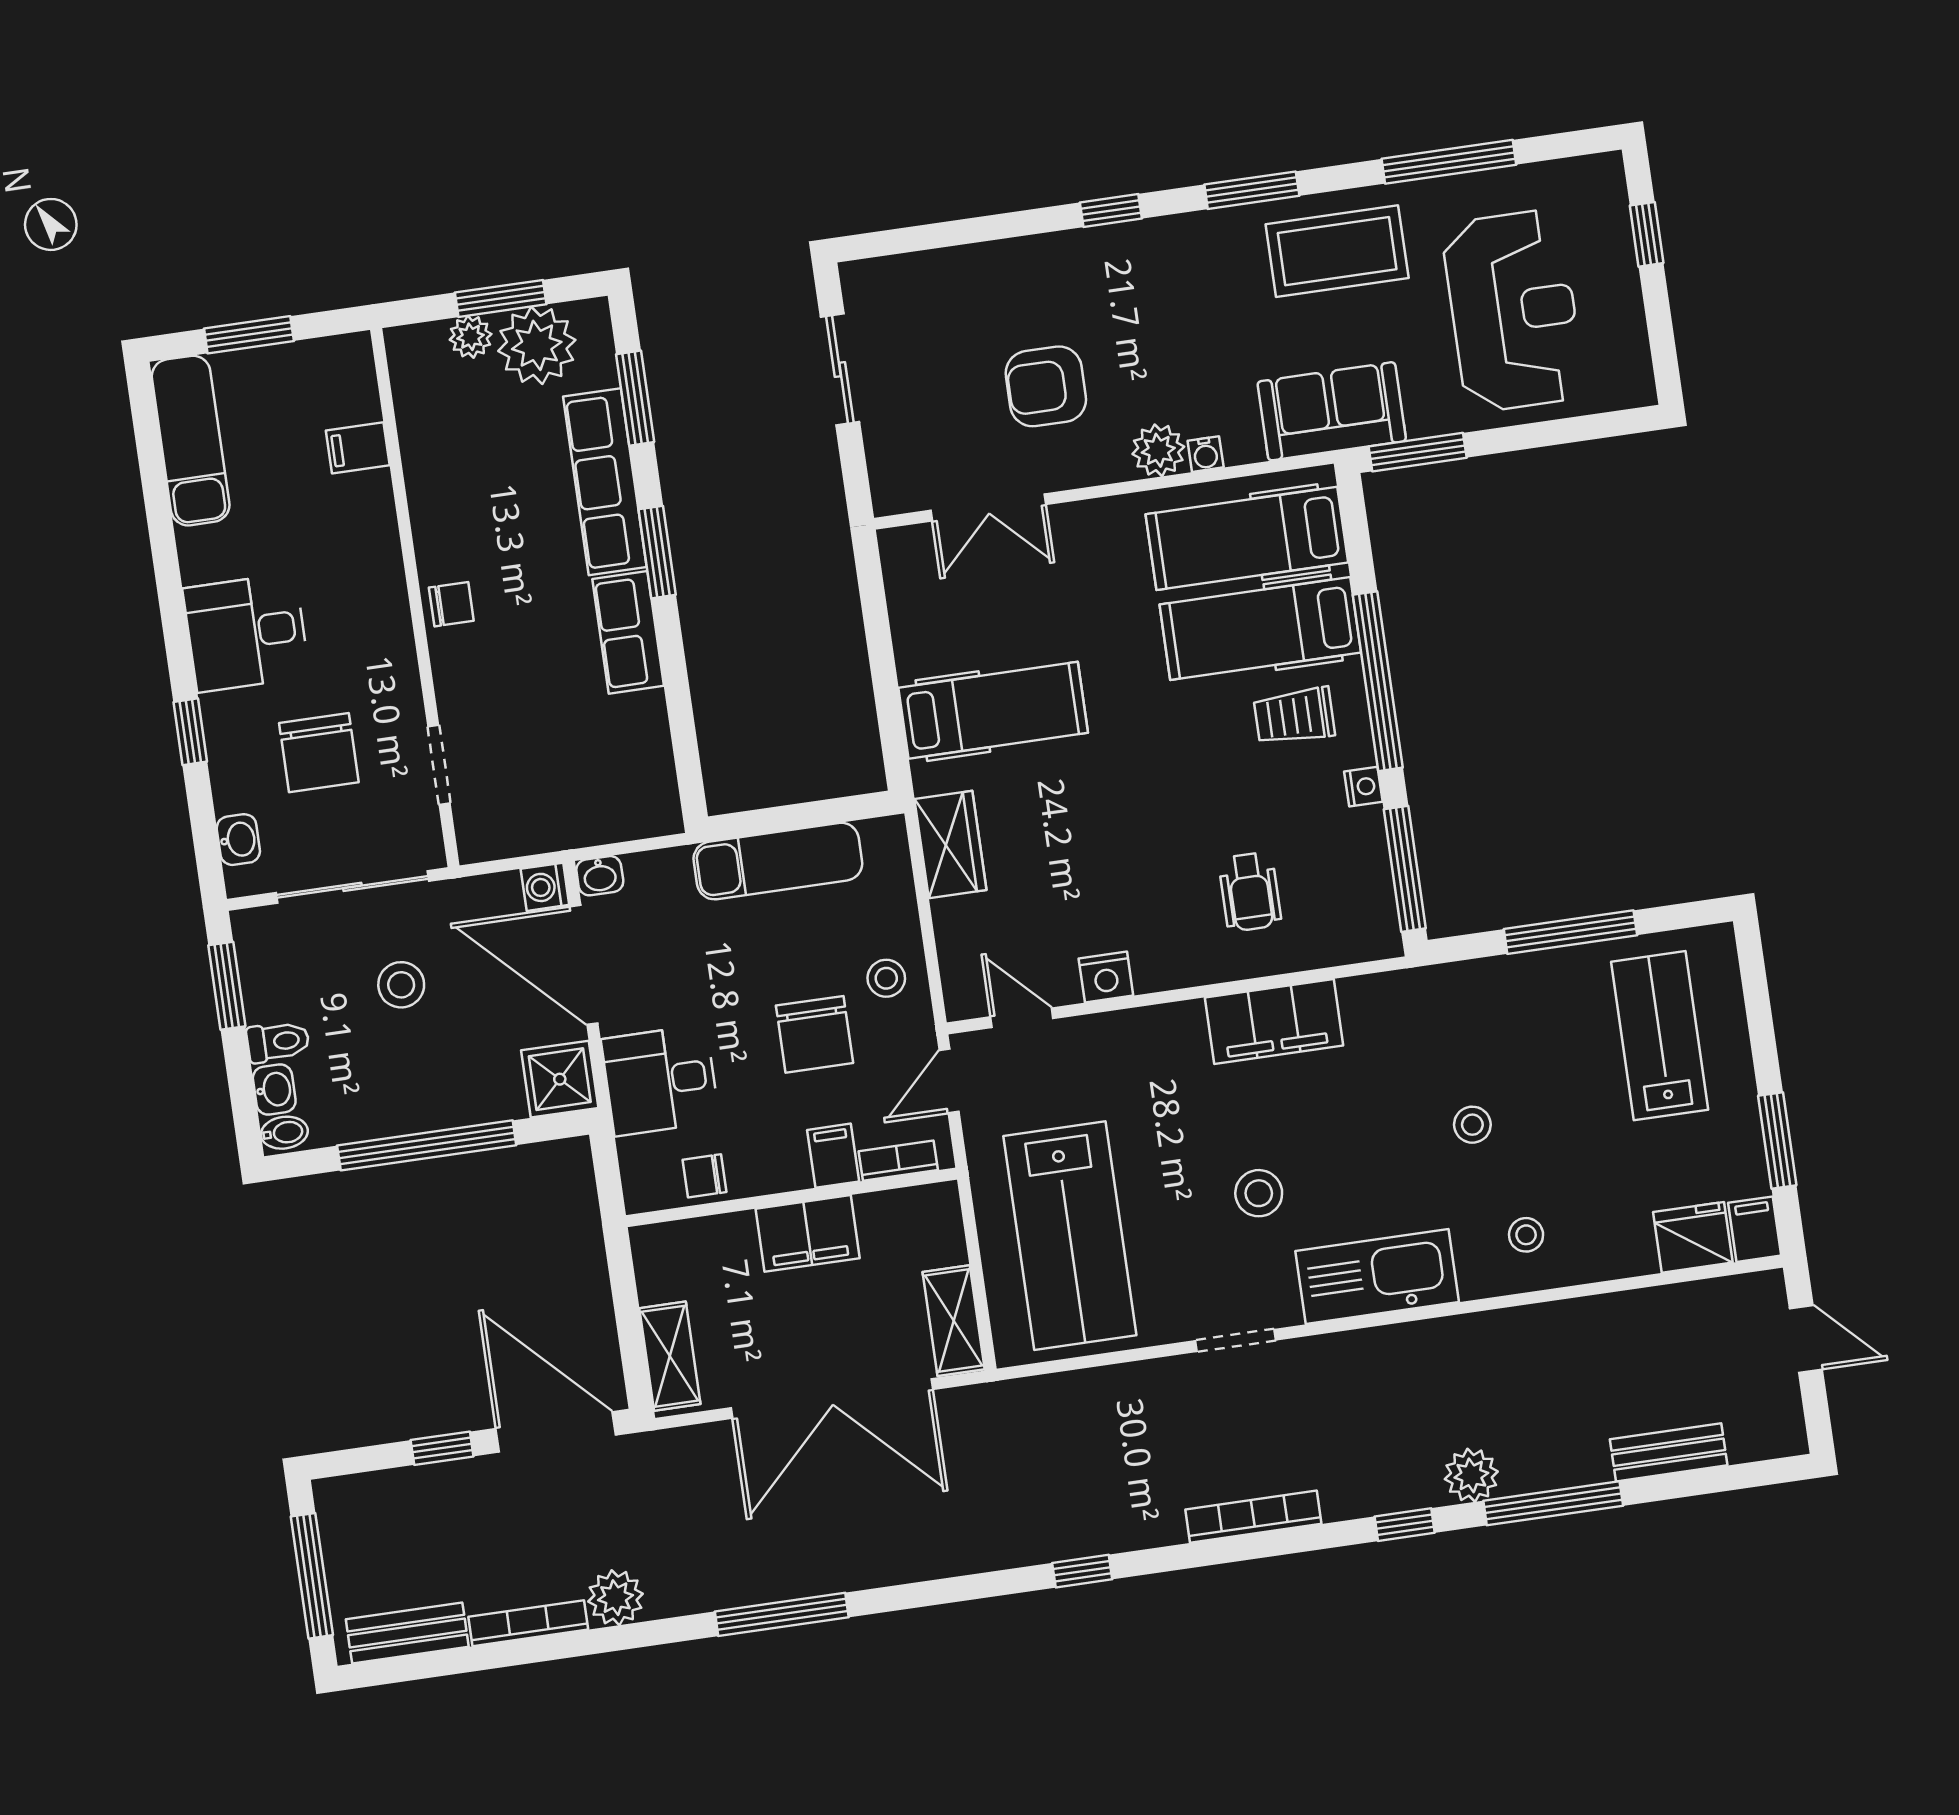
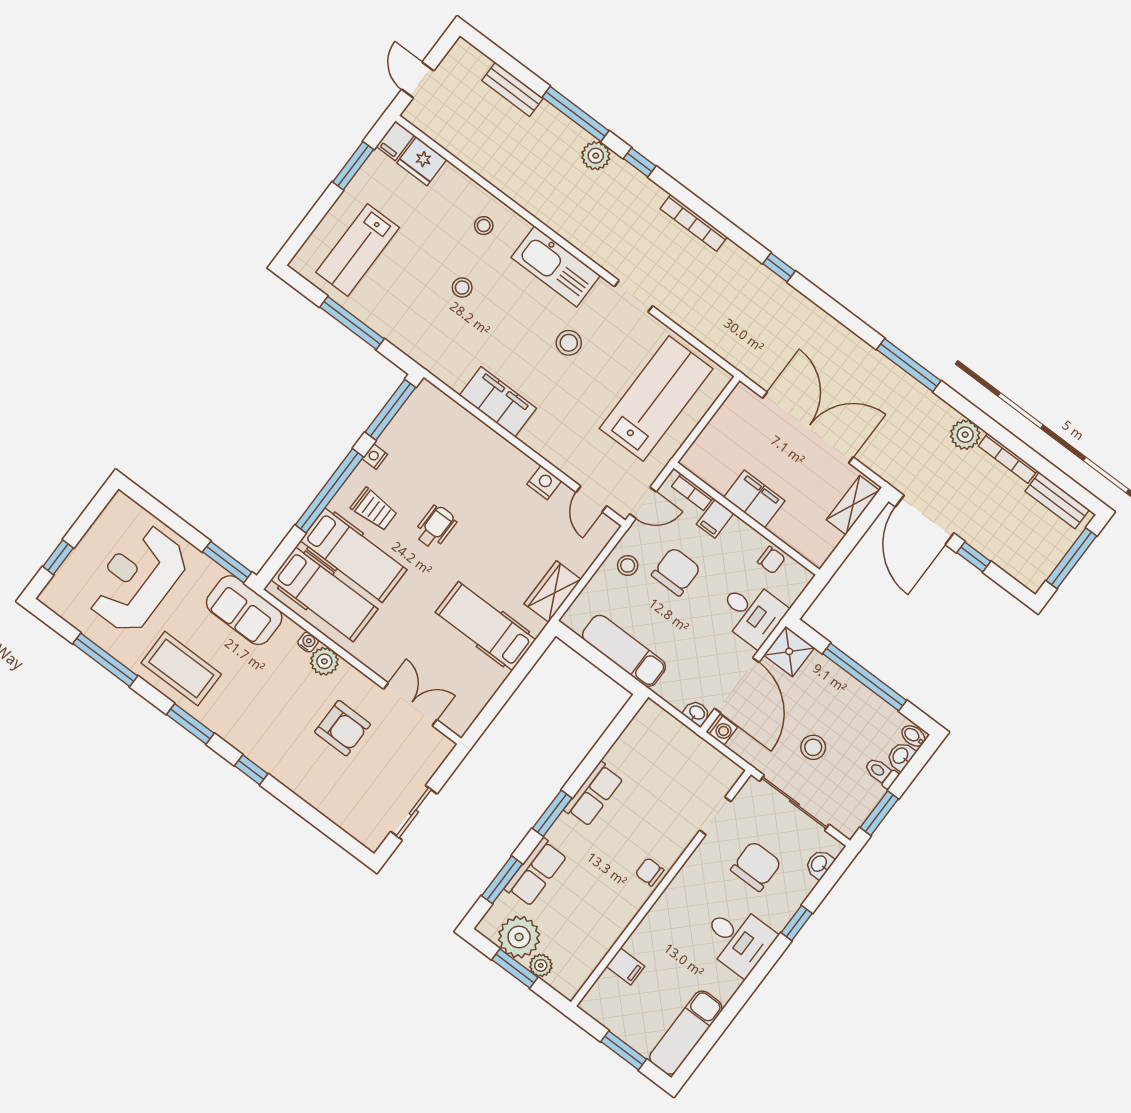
row of seats: (605, 482) -> (536, 872), width x0.68
wheelchair: (1250, 892) -> (435, 527), moved
shelving: (954, 1321) -> (732, 411), removed

